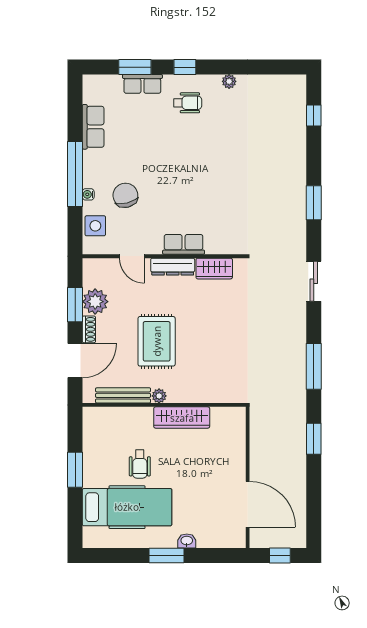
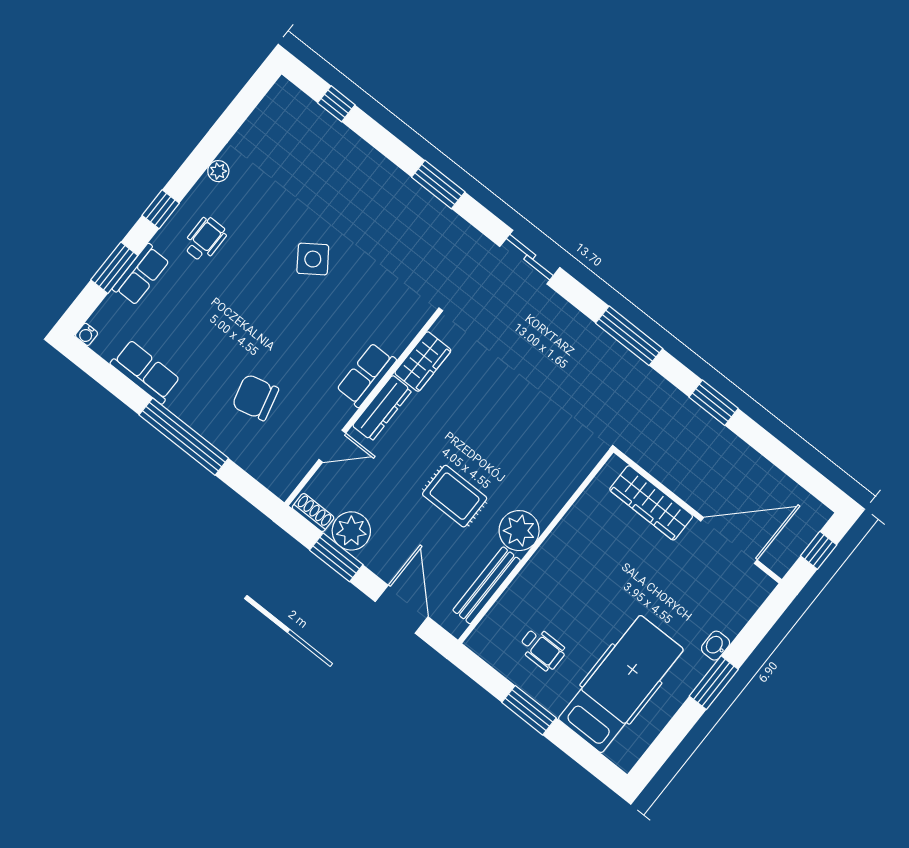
water cooler: (88, 194) -> (86, 334), moved
side table: (95, 226) -> (313, 259), moved, turned -35
shoe rack: (89, 329) -> (313, 513), moved
rug: (157, 341) -> (455, 496), width x0.73, depth x0.70
plant: (159, 396) -> (519, 531), width x1.87, depth x1.87
wardrobe: (182, 418) -> (651, 503), moved, turned 90
wheelchair: (140, 464) -> (542, 649), moved

